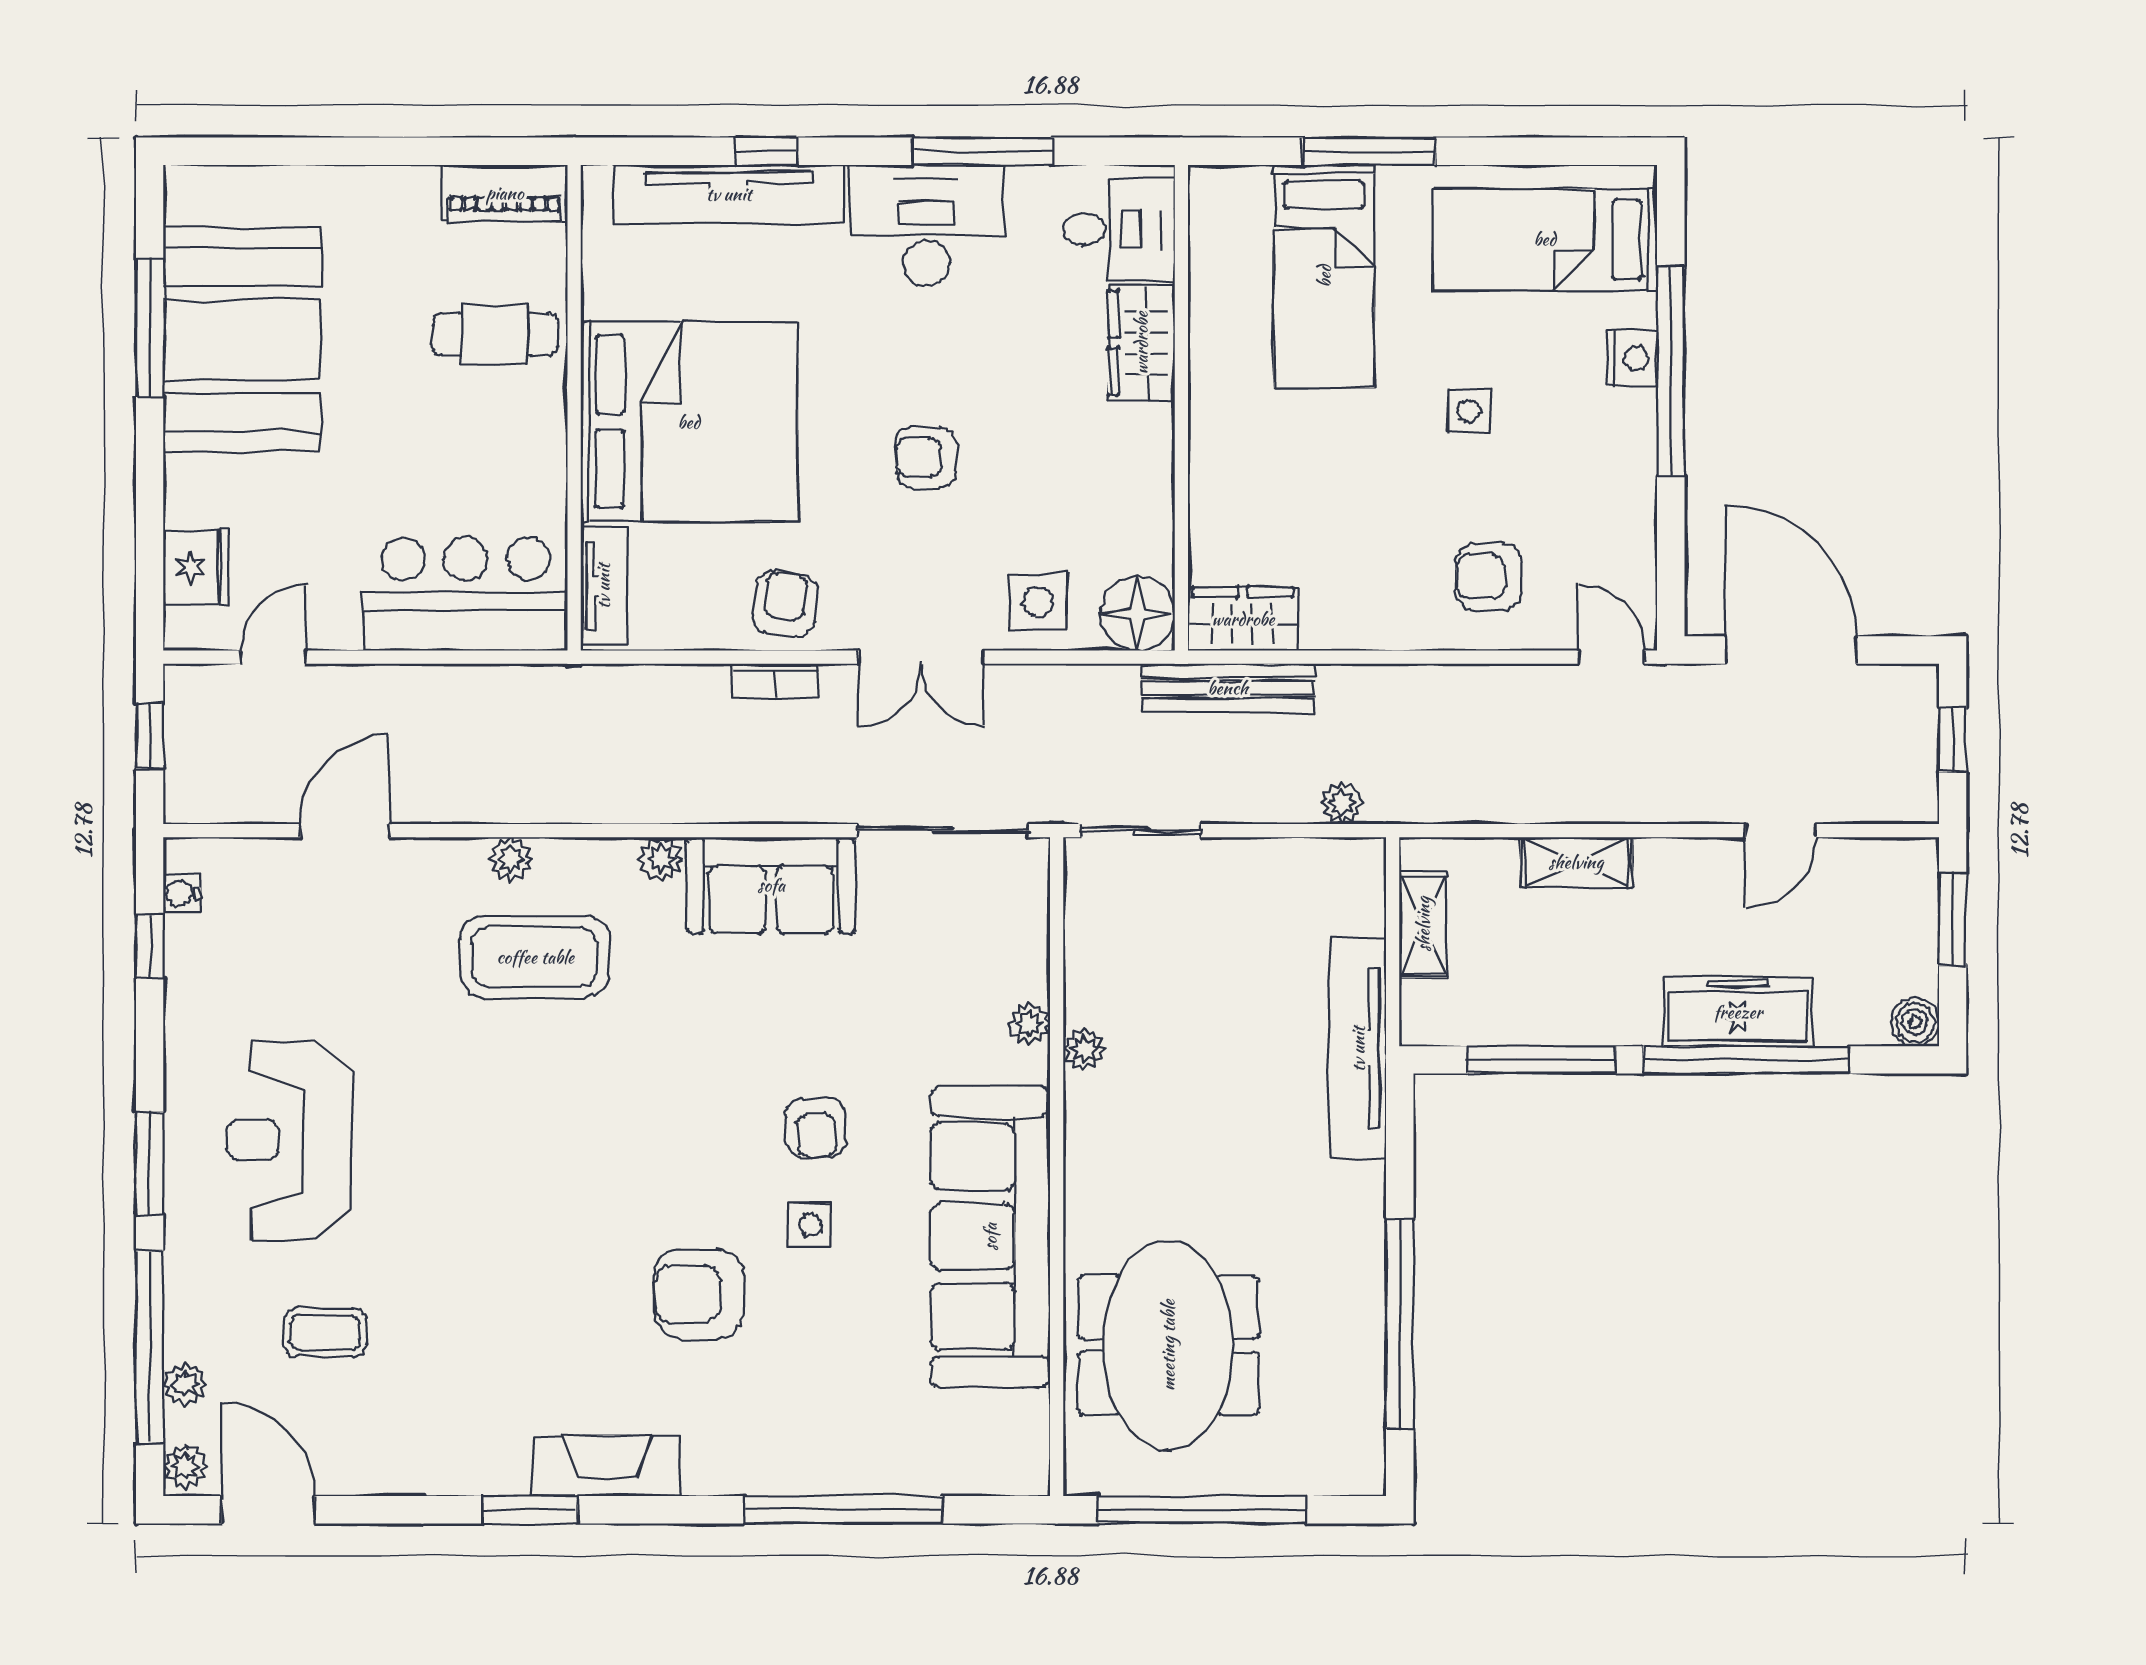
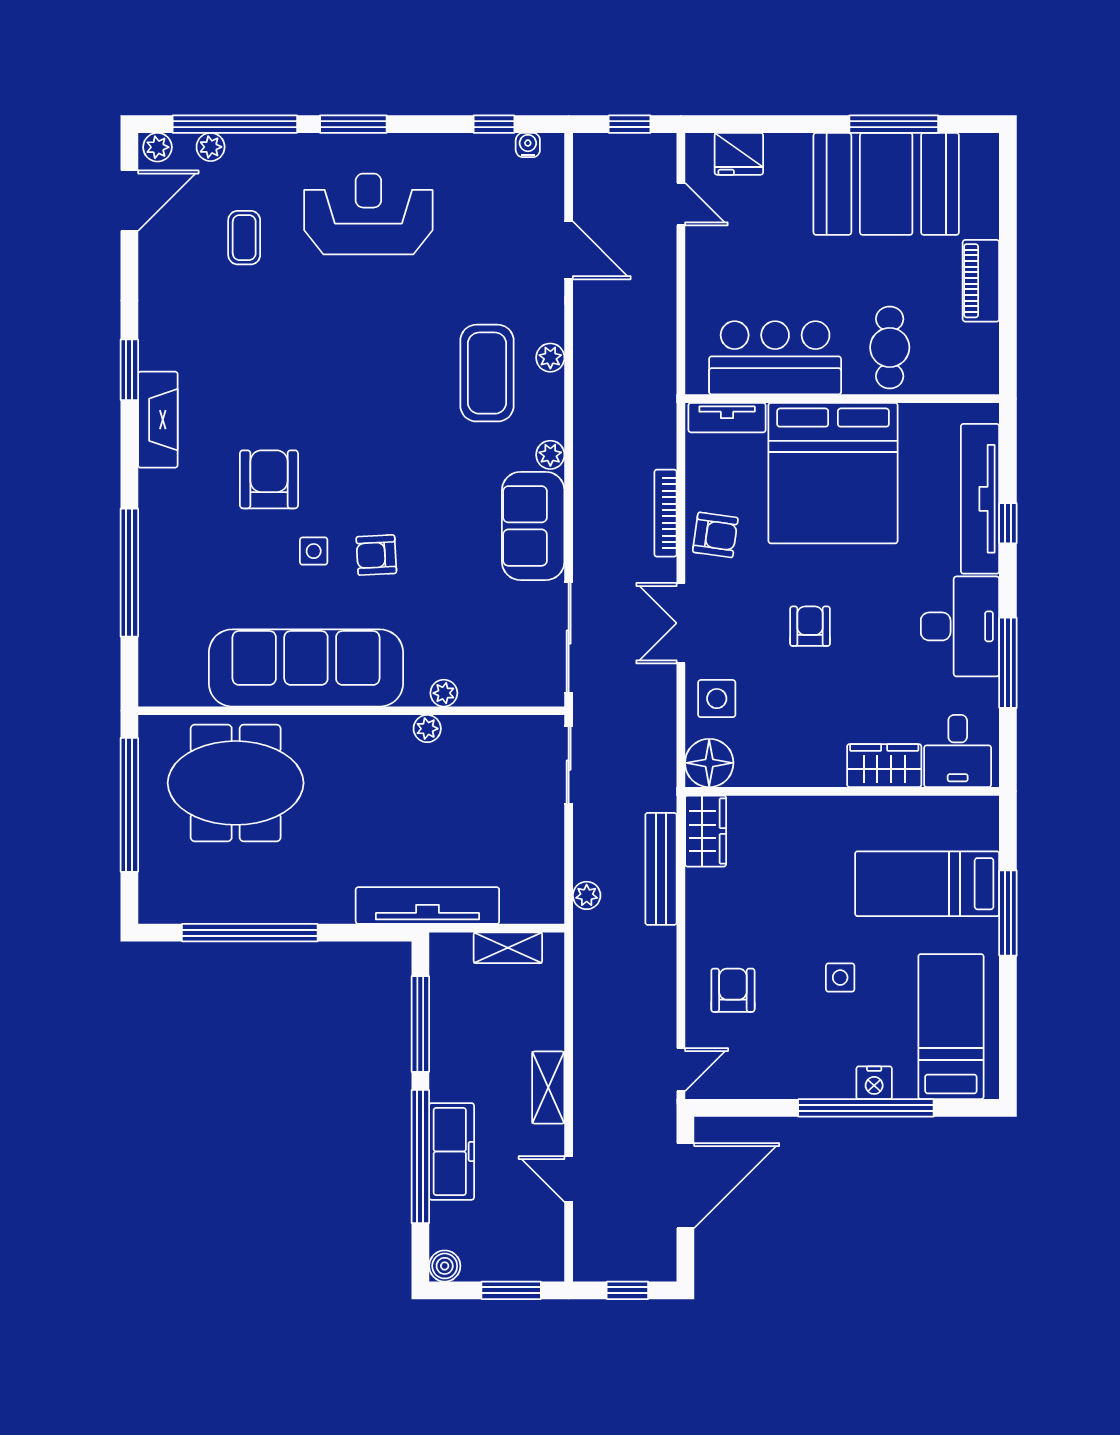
piano: (505, 193) -> (981, 281), moved
bar counter: (466, 594) -> (775, 358), moved, turned -90
bookcase: (775, 681) -> (666, 513), width x1.56
bench: (1228, 688) -> (661, 869), moved
shelving: (1576, 862) -> (548, 1088), moved

